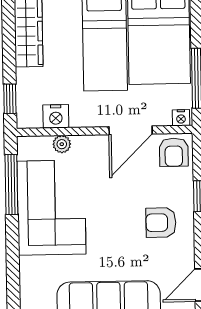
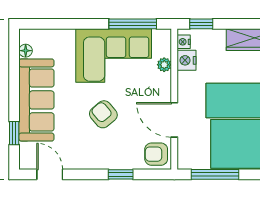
nightstand: (181, 118) -> (184, 42), moved
armchair: (161, 223) -> (103, 114), moved, turned -40

